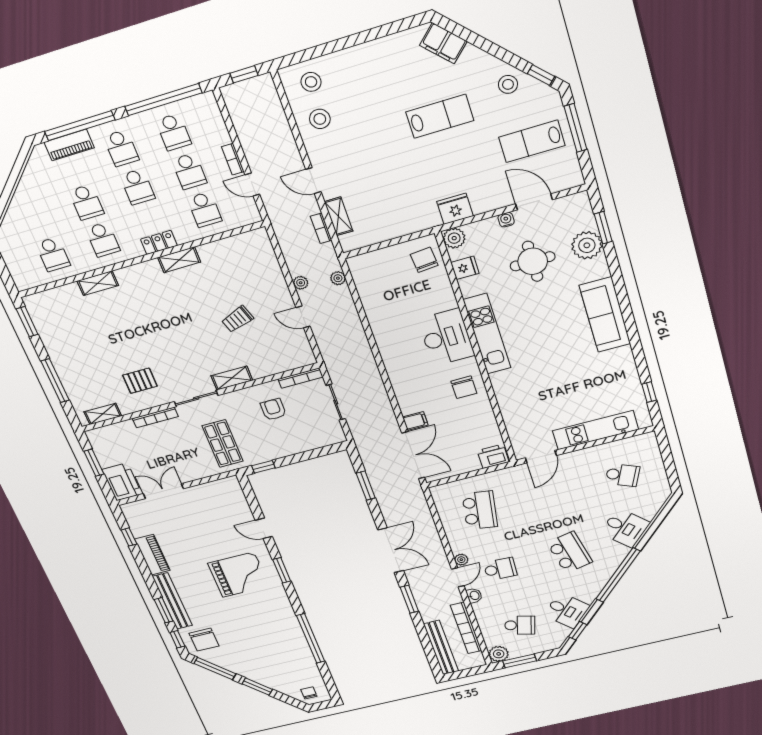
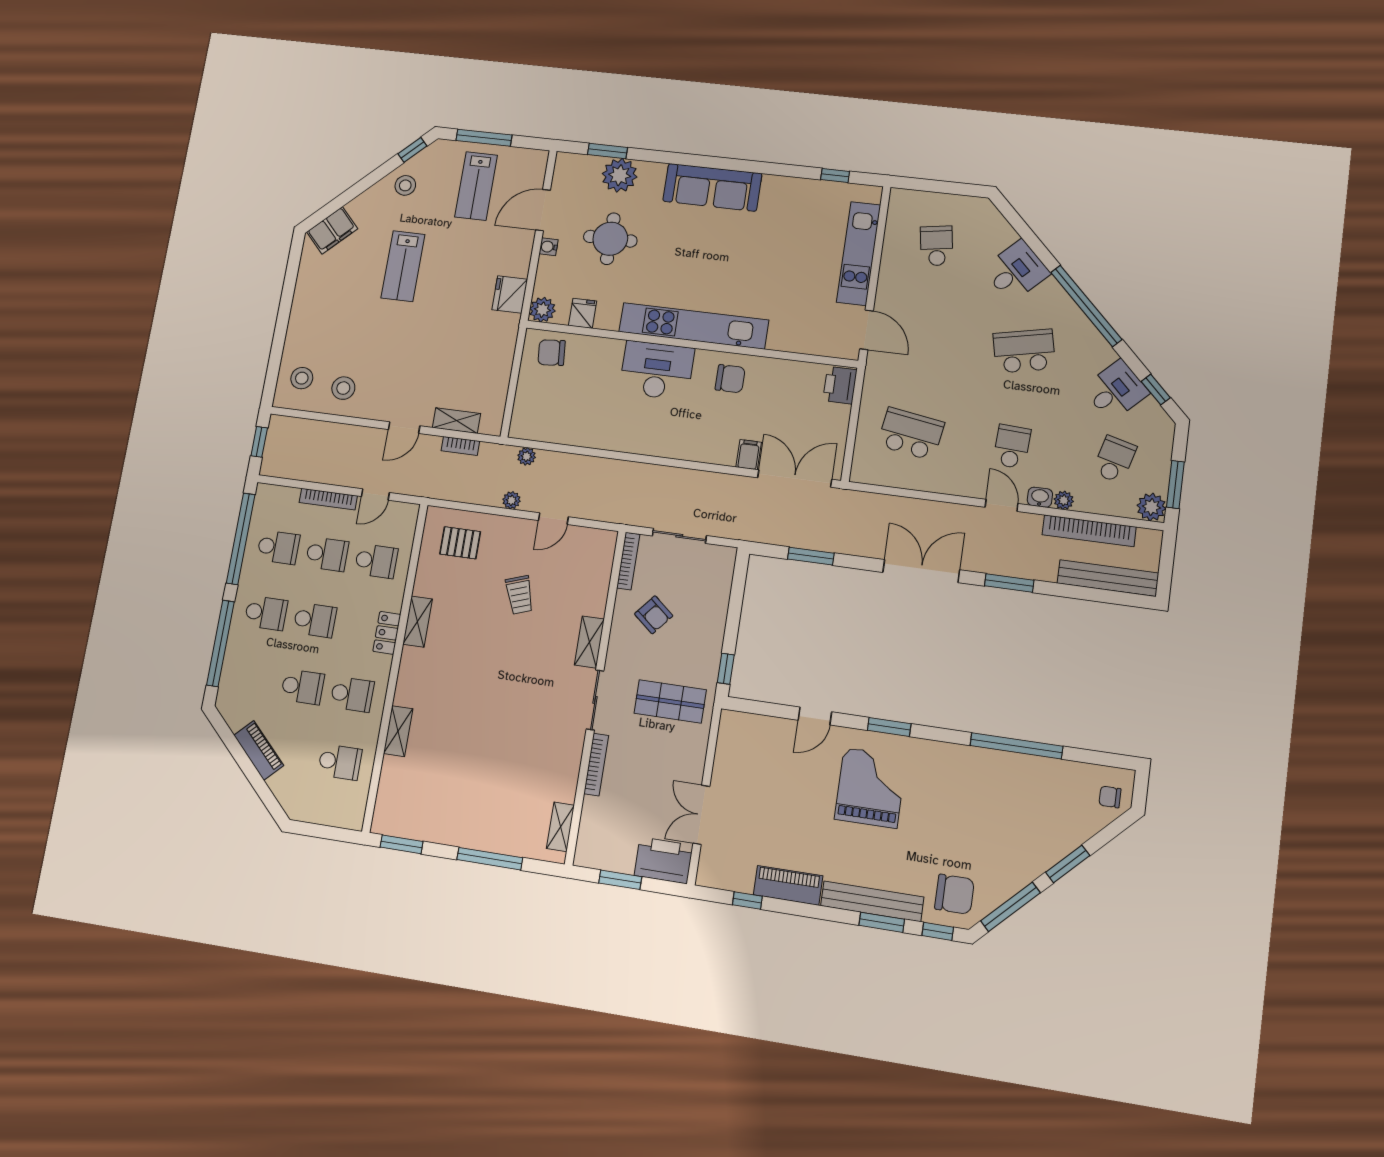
lab bench: (440, 116) -> (403, 266), turned 180
piano: (69, 145) -> (259, 750), moved, turned -45
bookcase: (233, 159) -> (328, 499), width x1.56
kitchen unit: (487, 334) -> (694, 326), width x1.36
pallet: (140, 381) -> (460, 543), moved, turned 90
armchair: (273, 409) -> (654, 615), turned -140
school desk: (623, 475) -> (937, 246), turned -33
plant: (461, 560) -> (1064, 500), moved

